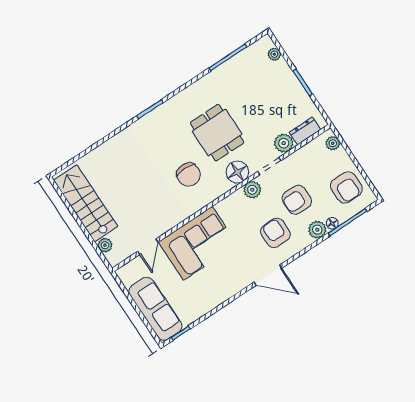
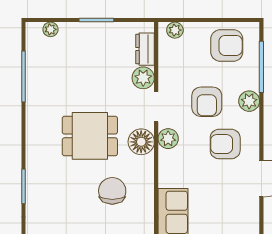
chair: (189, 175) -> (112, 191), turned -90
floor lamp: (332, 223) -> (253, 82), removed

